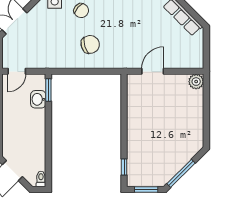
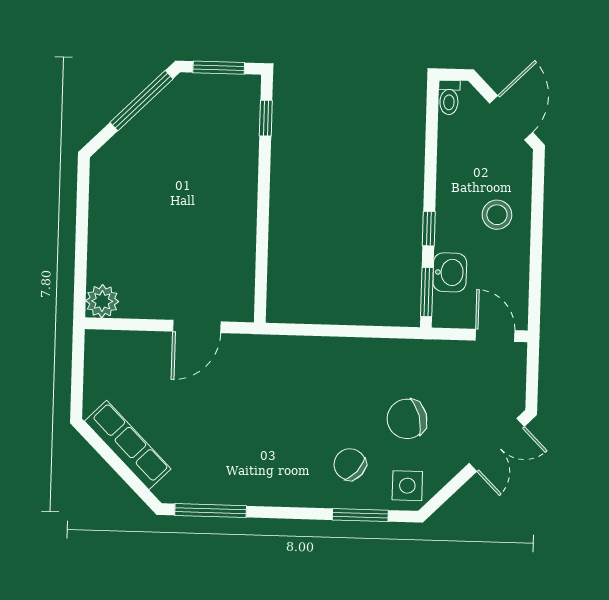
chair: (90, 44) -> (407, 419), moved
door: (17, 71) -> (495, 335), hinge flipped
window: (48, 119) -> (429, 229), added
stool: (18, 126) -> (497, 215), added

